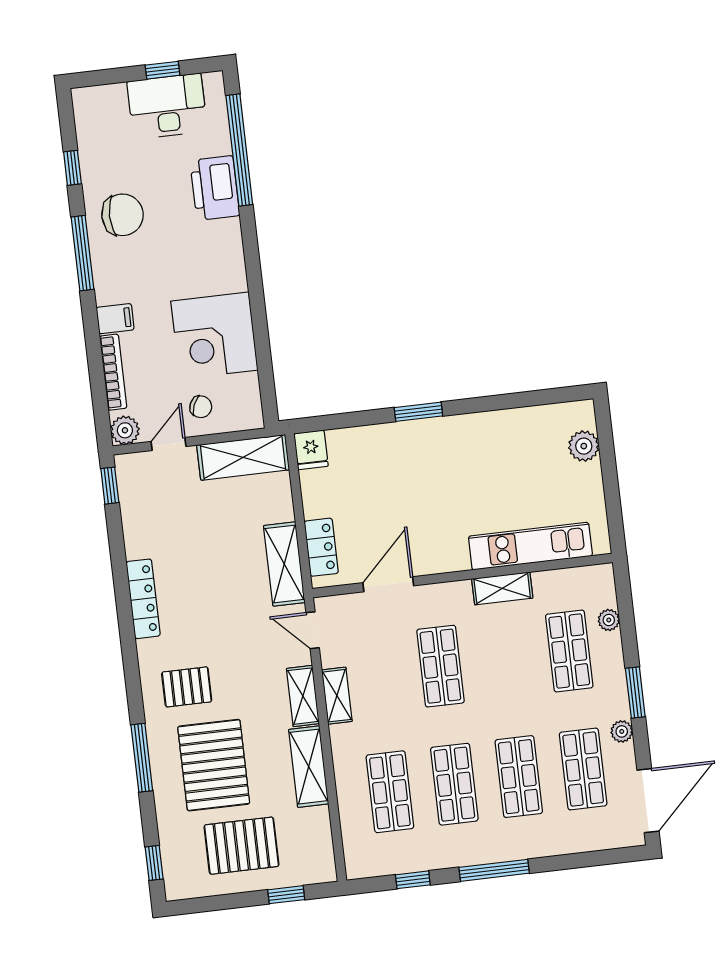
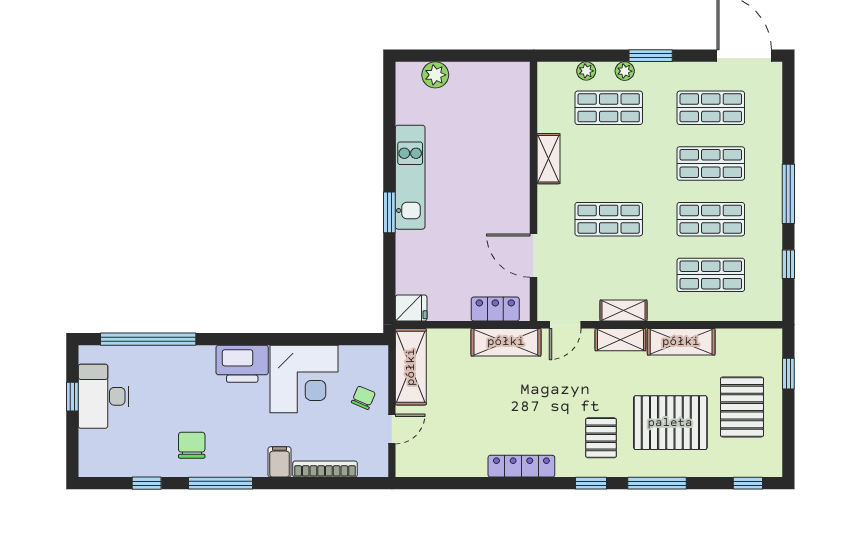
printer: (215, 188) -> (242, 364), moved
chair: (123, 215) -> (192, 445), width x0.73, depth x0.73
plant: (125, 430) -> (376, 465), removed
door: (169, 444) -> (392, 429), swing flipped
window: (110, 486) -> (591, 483), moved
kitchen unit: (530, 546) -> (410, 177), moved, turned 180
plant: (622, 731) -> (625, 71), moved

